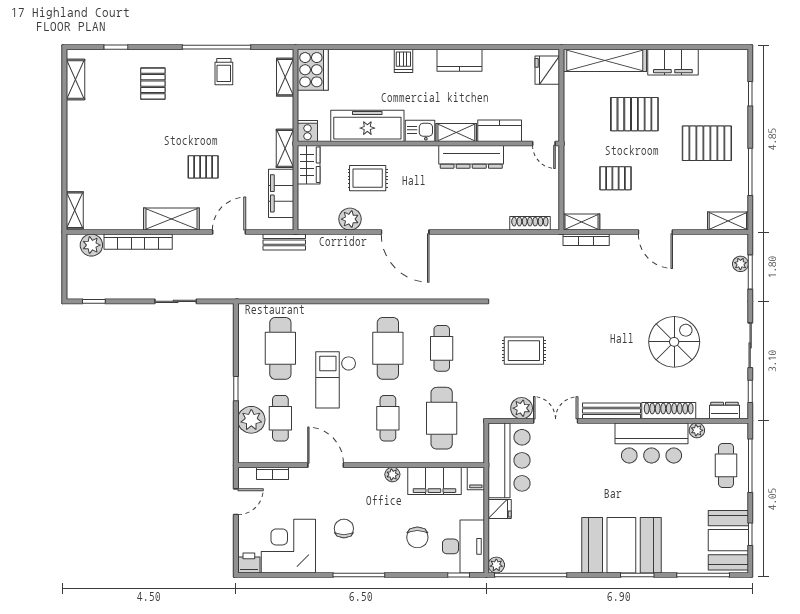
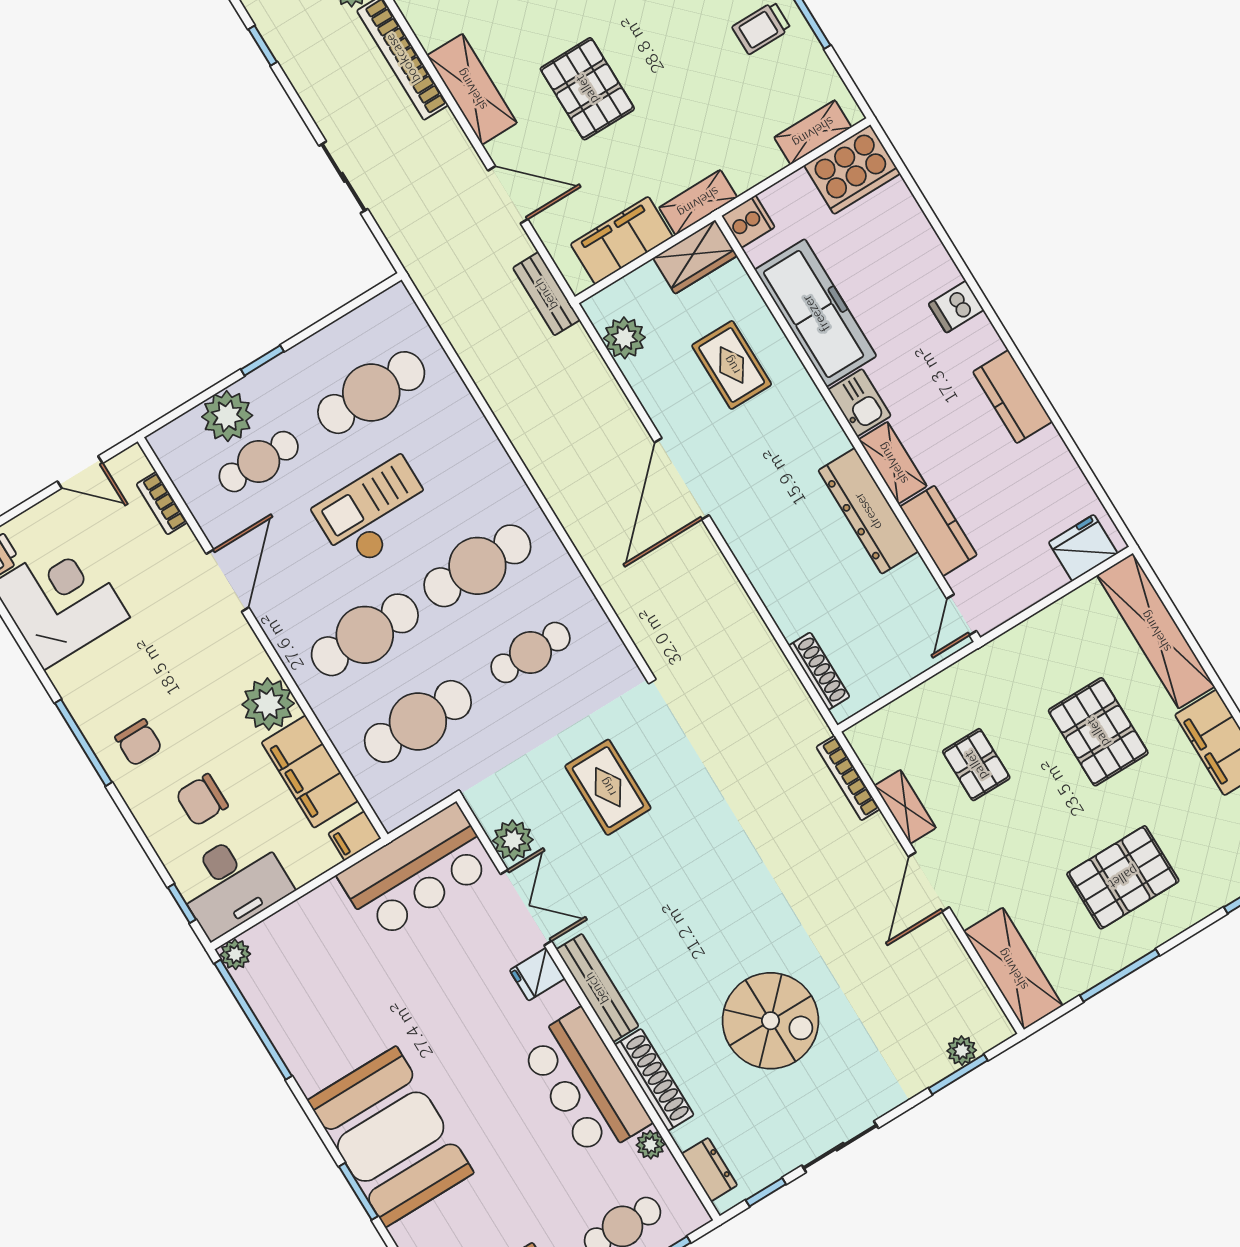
pallet: (707, 143) -> (1123, 877), turned 90
pallet: (203, 167) -> (587, 89), width x1.50, depth x1.42
plant: (350, 219) -> (624, 338), moved
shelving: (728, 221) -> (1013, 969), width x1.50, depth x1.33
shelving: (581, 222) -> (905, 807), moved
cafe table: (388, 418) -> (365, 635), width x1.37, depth x1.35
plant: (392, 474) -> (268, 704), width x1.87, depth x1.87
fridge: (500, 509) -> (537, 974), moved, turned 90
chair: (344, 528) -> (139, 743), moved, turned 90

